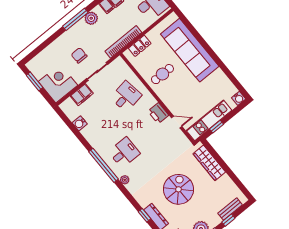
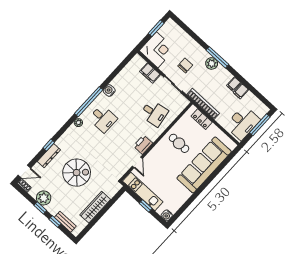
plant: (91, 18) -> (212, 63), moved
water cooler: (80, 123) -> (109, 91), moved
window: (216, 127) -> (146, 206), moved
wardrobe: (209, 163) -> (95, 207), moved

